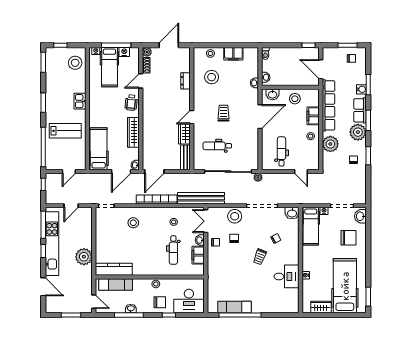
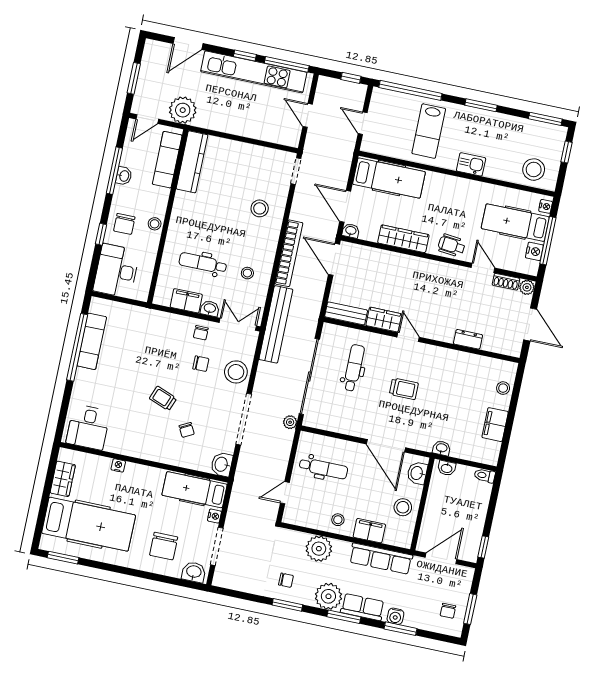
stool: (212, 77) -> (465, 382), removed
row of seats: (329, 105) -> (381, 559), width x0.73
plant: (84, 257) -> (183, 110), moved
desk: (287, 276) -> (88, 427), moved

